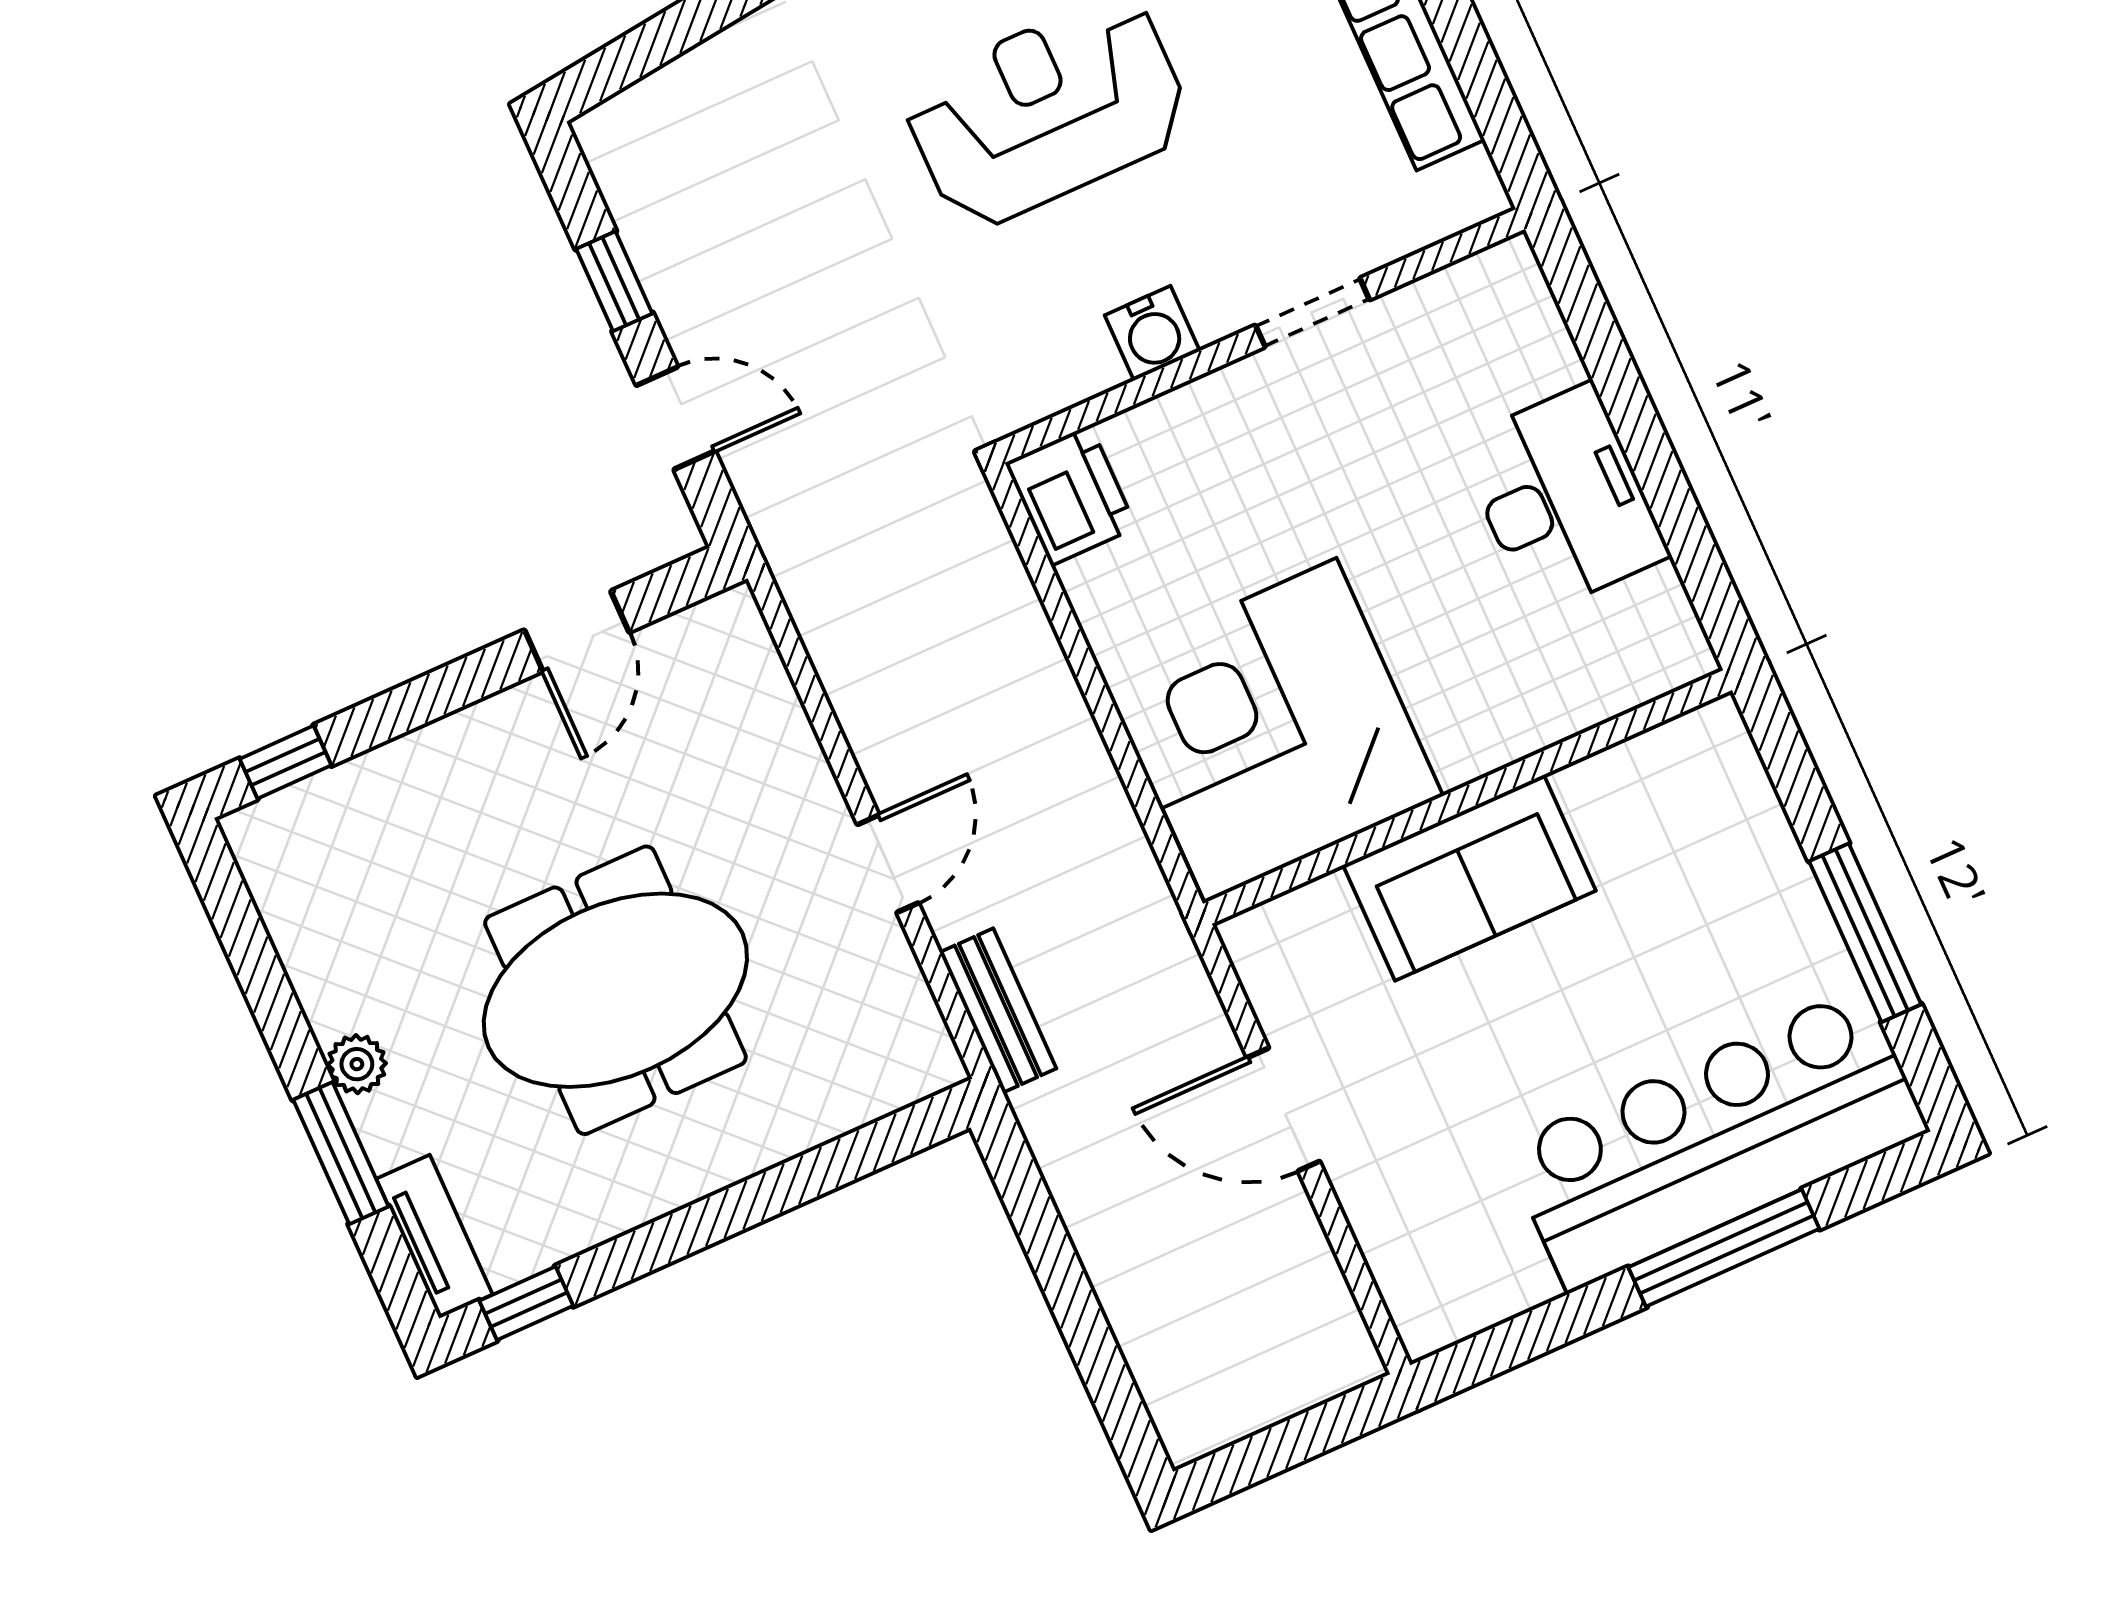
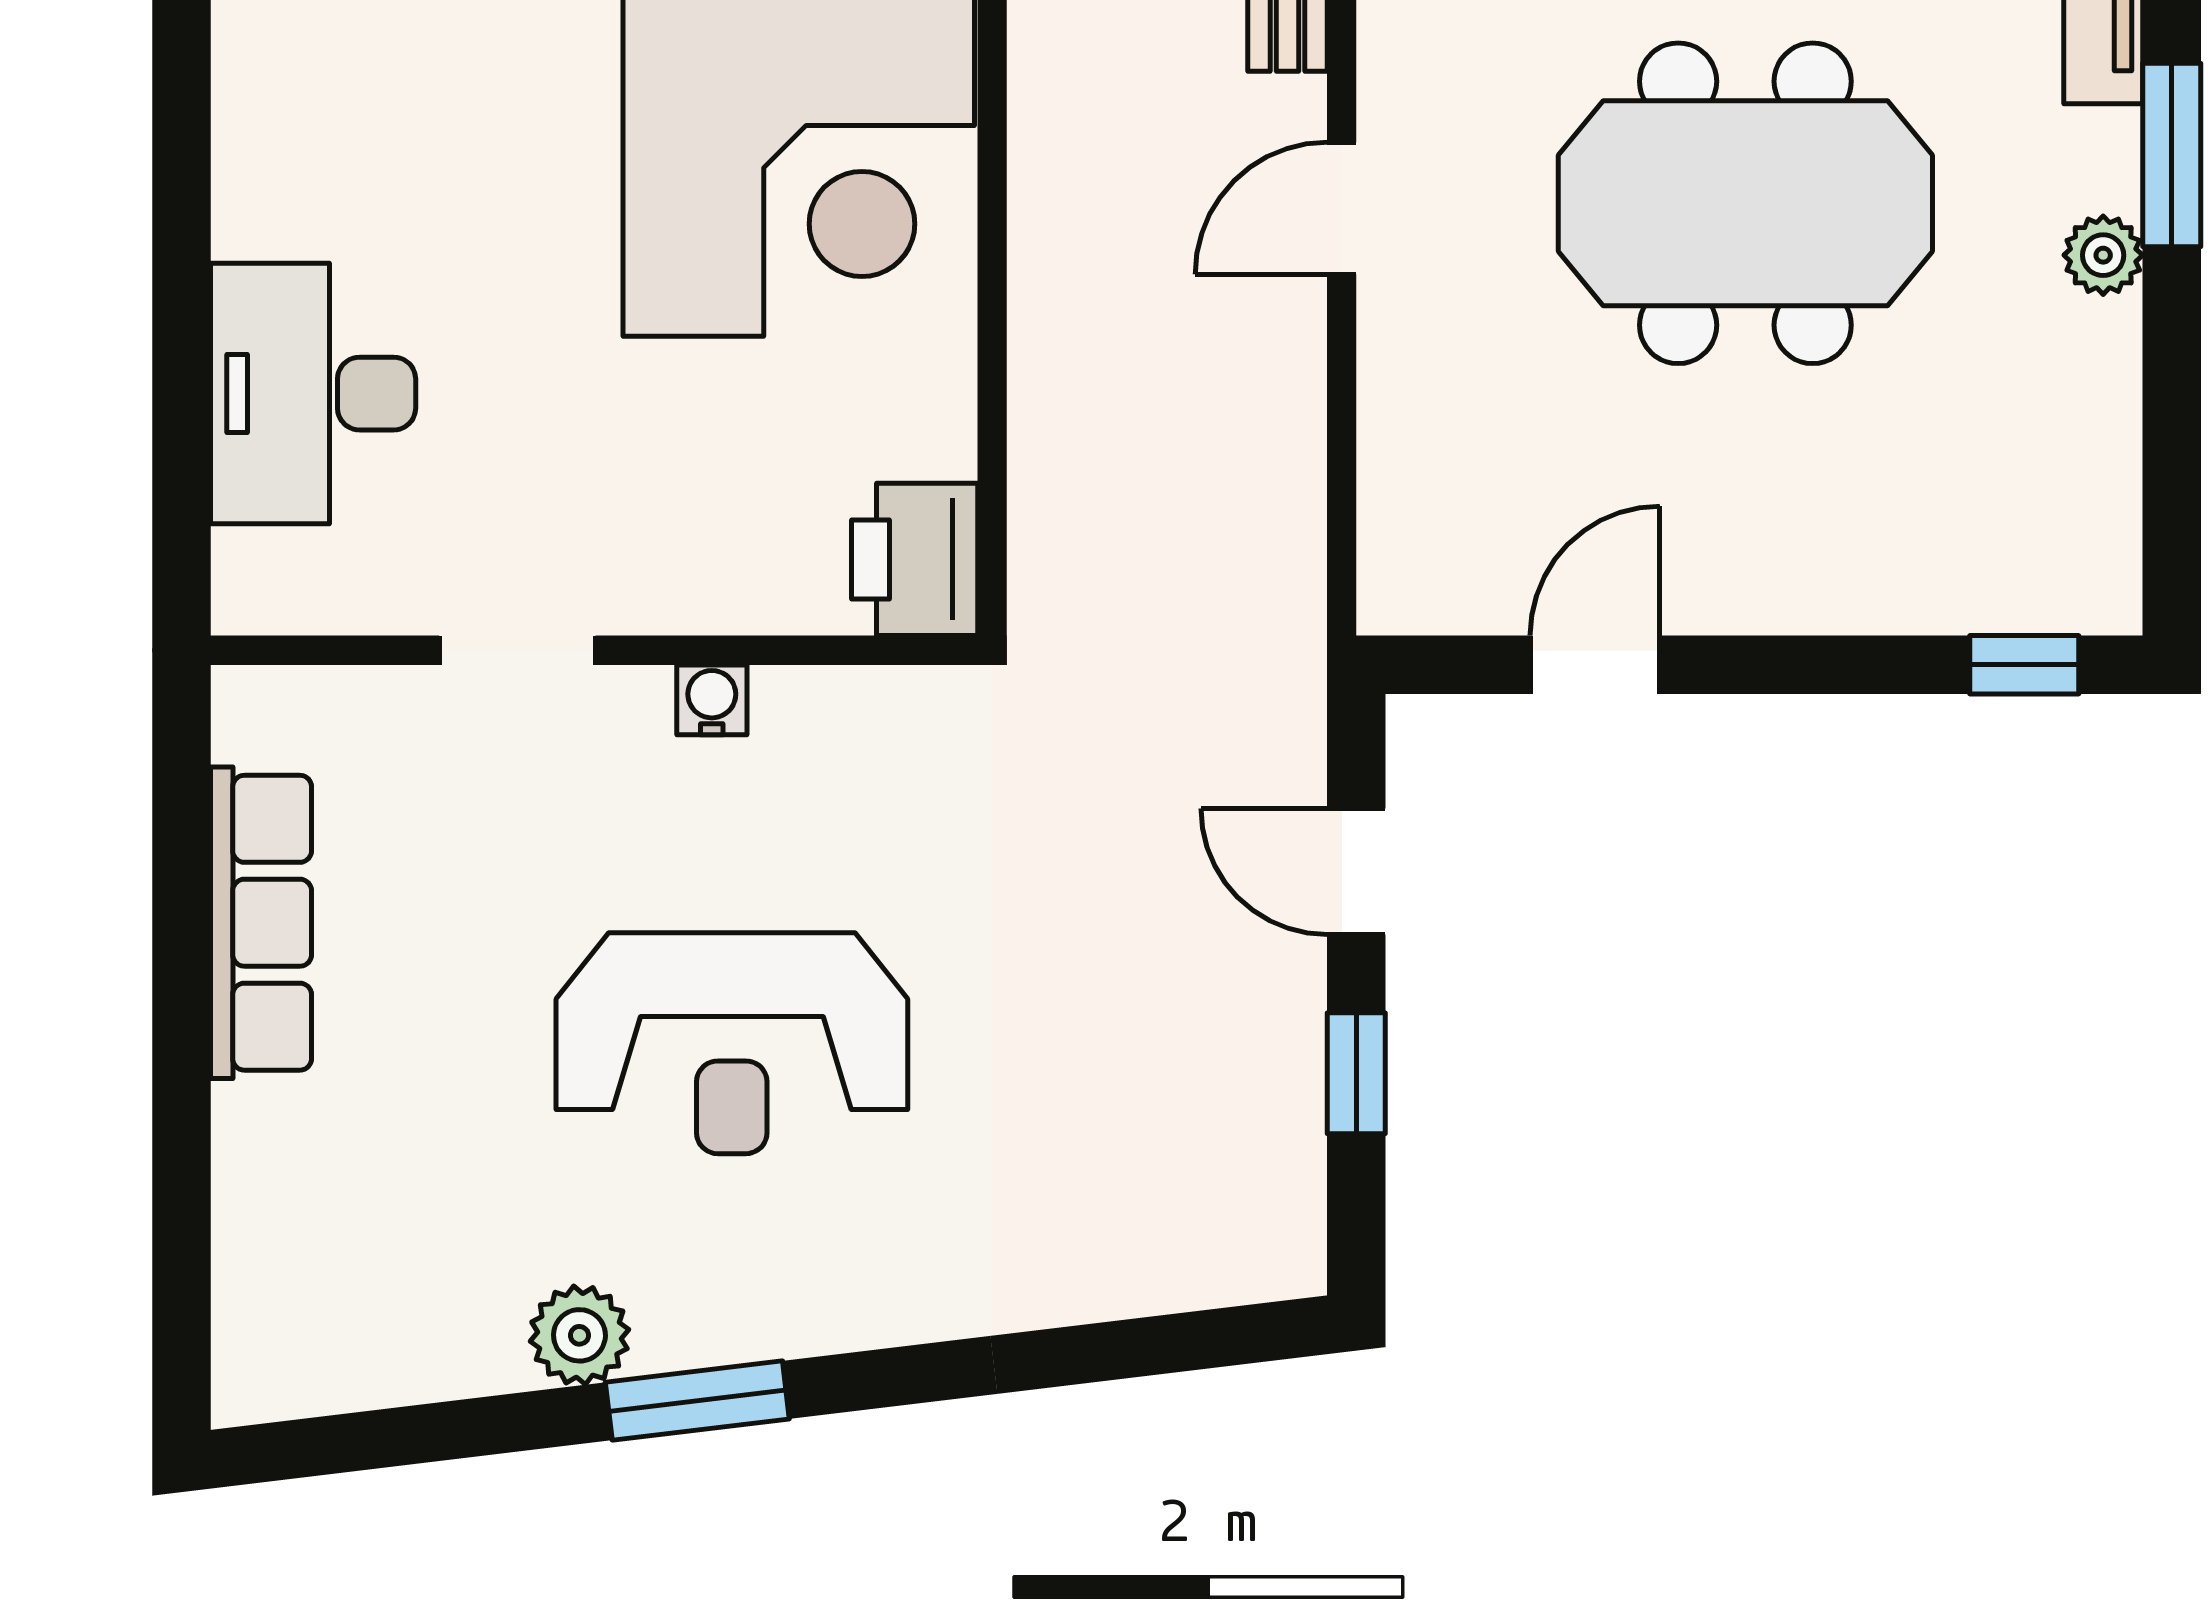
water cooler: (1152, 333) -> (712, 700), width x0.72, depth x0.72
desk: (1563, 499) -> (313, 394), moved

